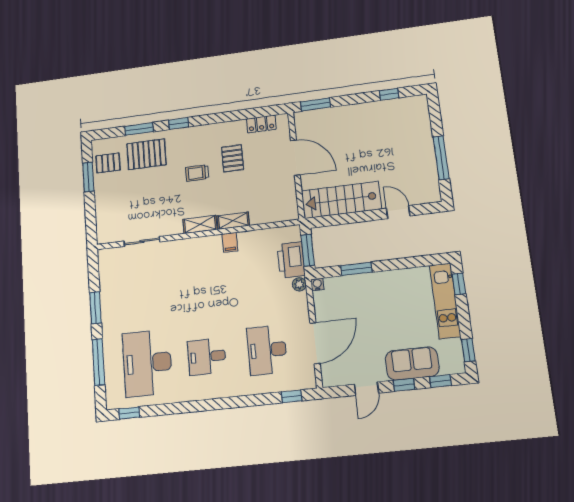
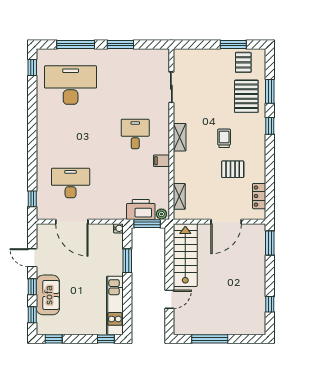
shelving: (233, 221) -> (179, 196), moved
plant: (299, 284) -> (161, 214), moved
kitchen unit: (445, 301) -> (115, 305), moved, turned -90
desk: (207, 357) -> (135, 134), moved

